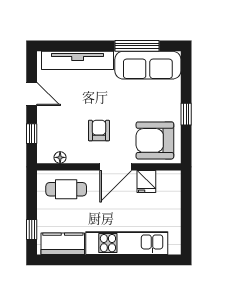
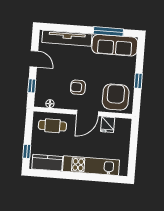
armchair: (99, 131) -> (78, 87), turned -90
armchair: (155, 140) -> (116, 97), turned 90

